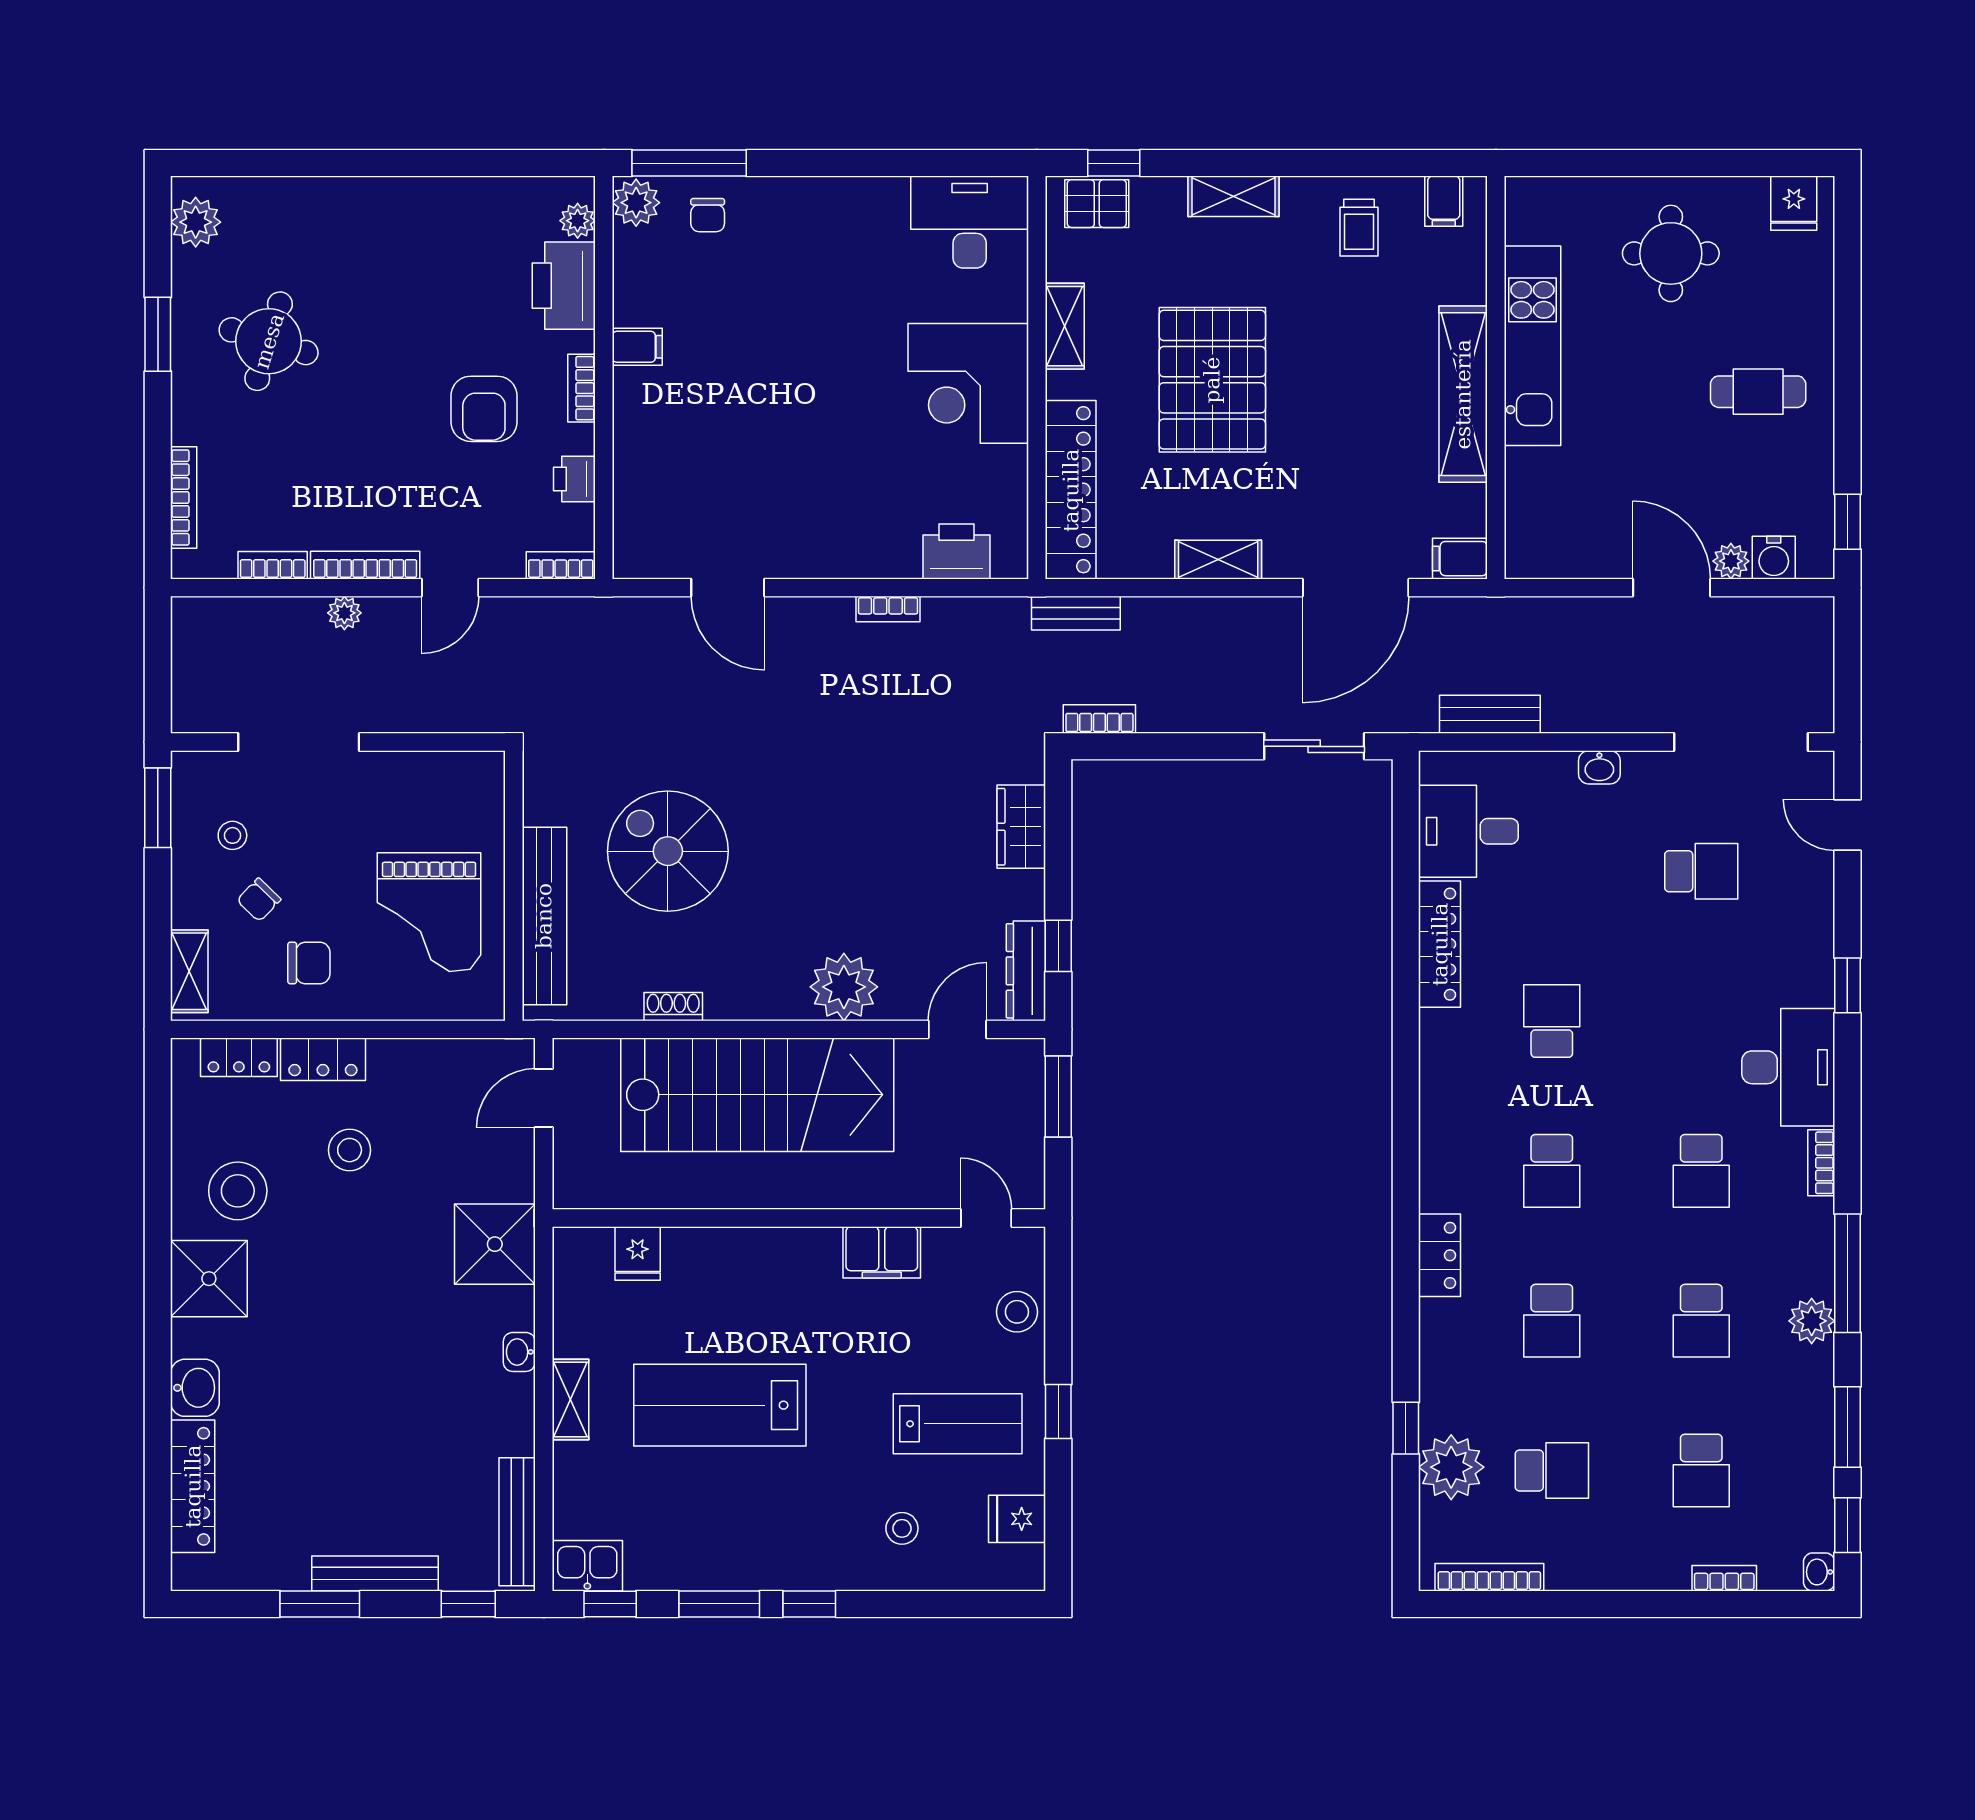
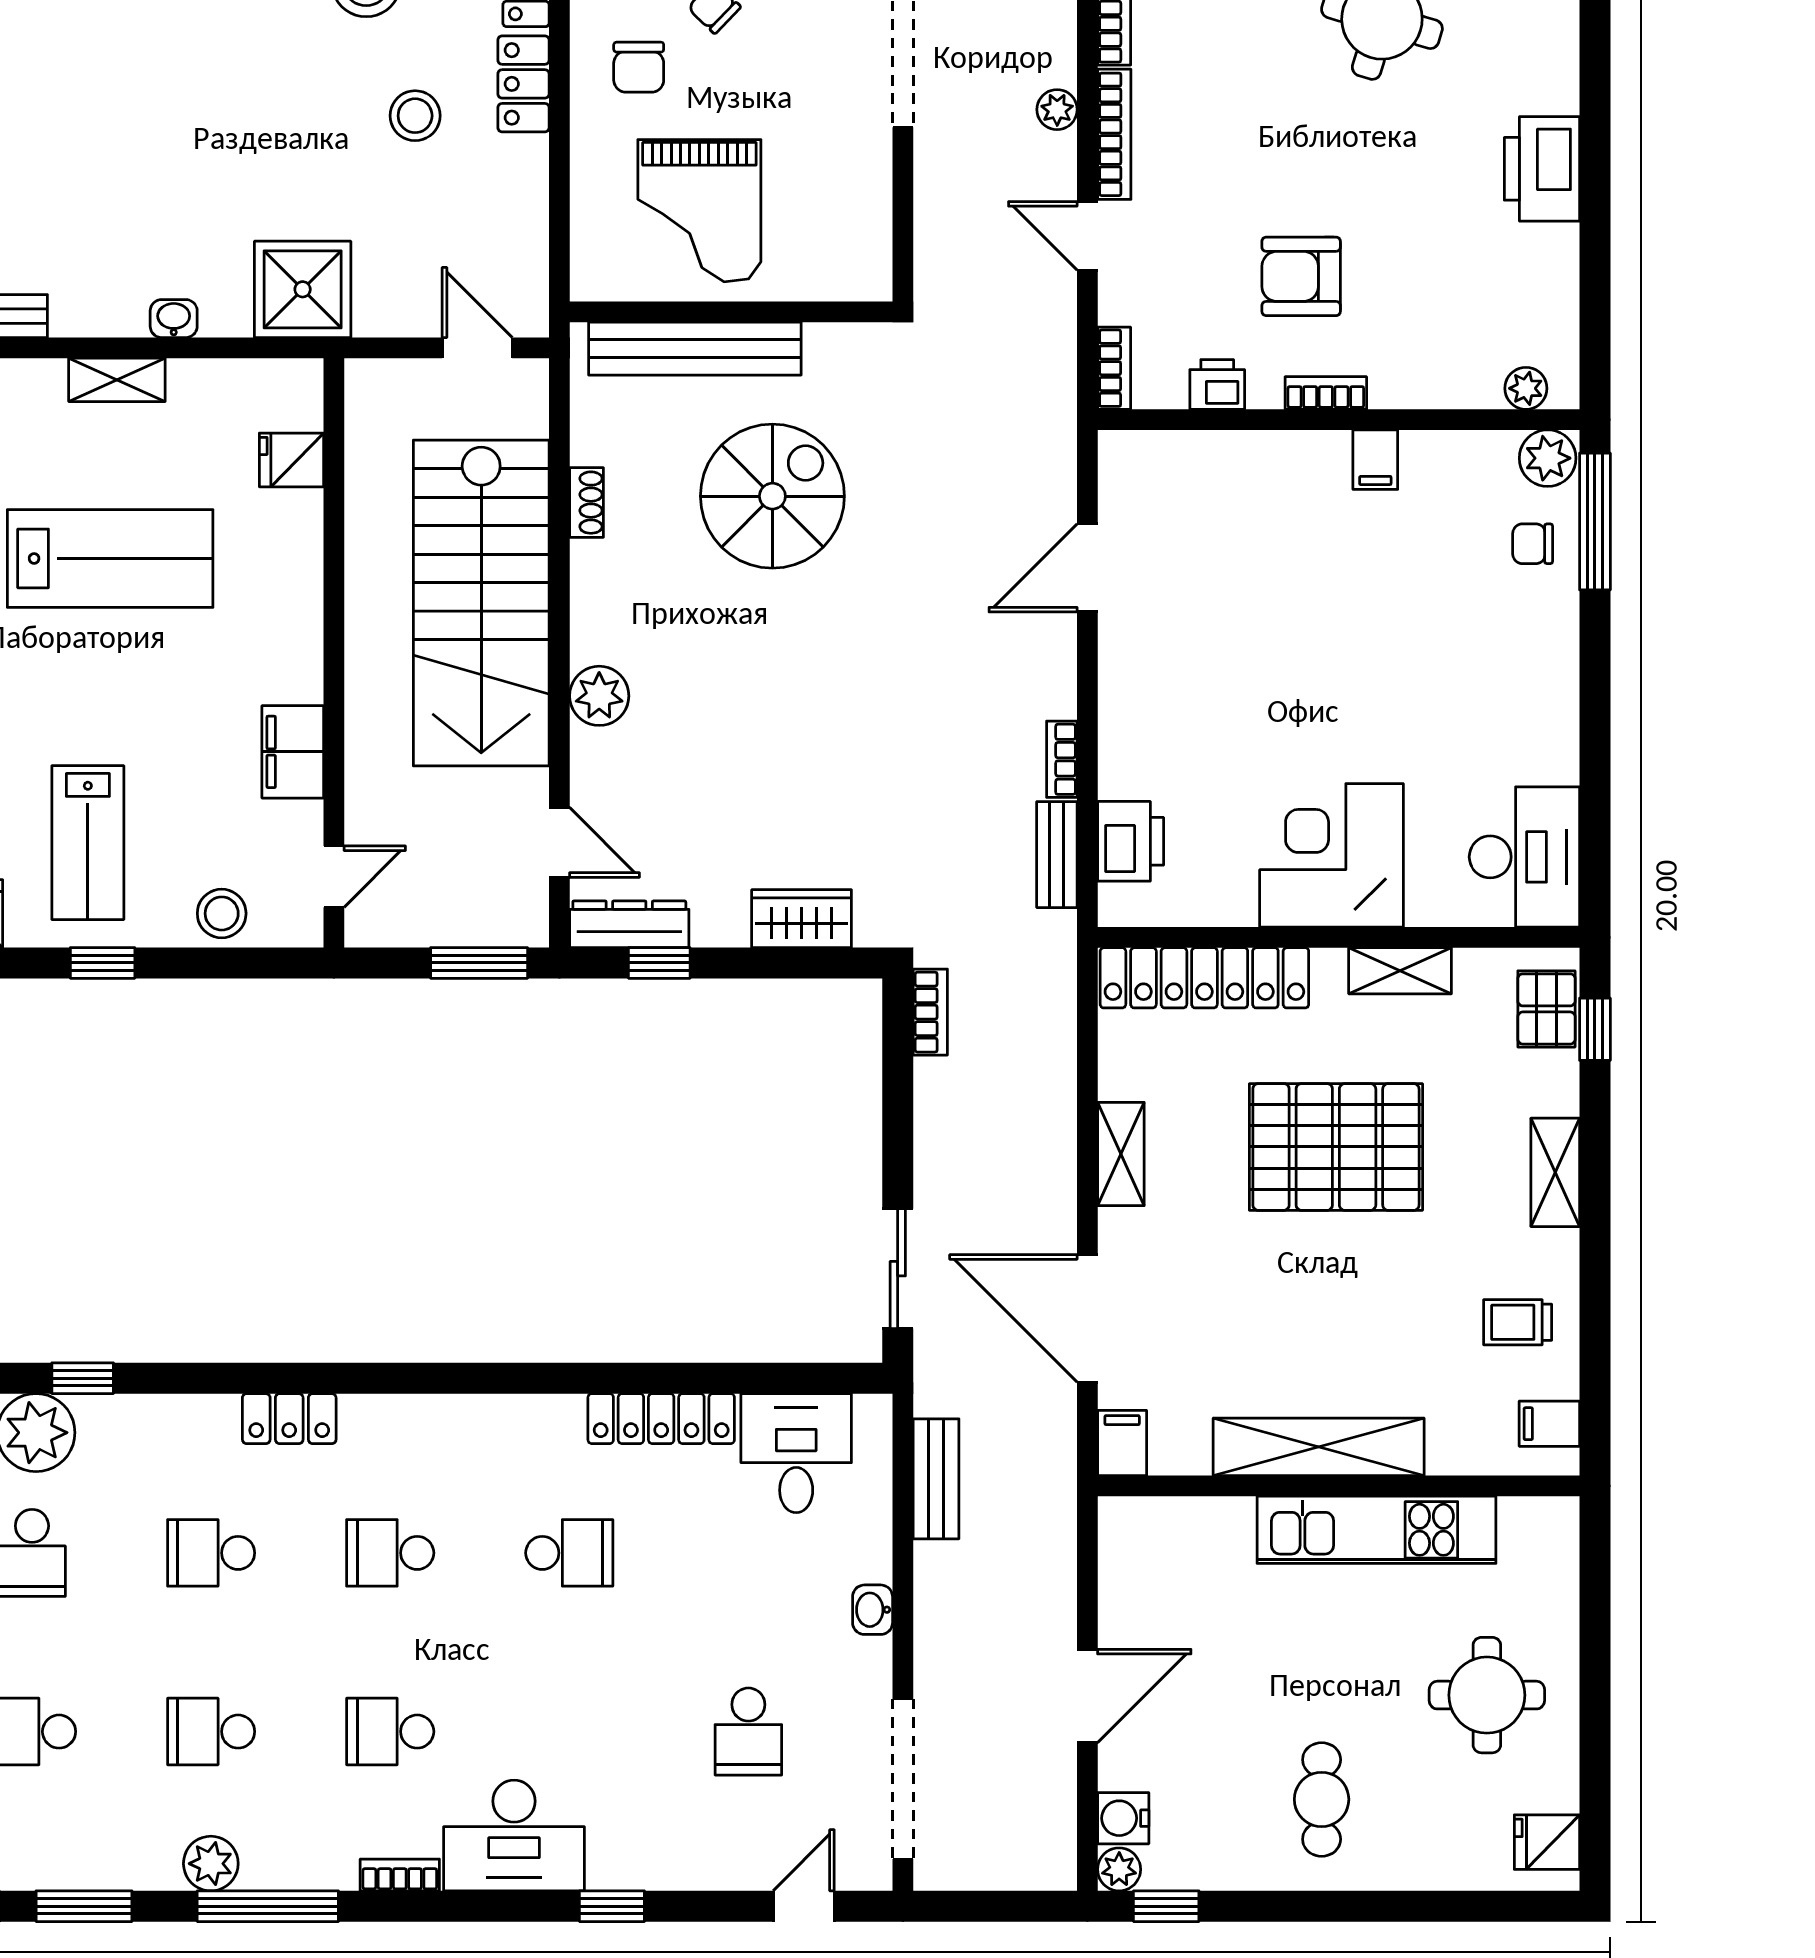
printer: (564, 286) -> (1542, 169), moved, turned -90
plant: (1731, 561) -> (1119, 1869), moved
bench: (1076, 613) -> (1057, 855), moved
grand piano: (429, 912) -> (699, 211), turned -90
plant: (844, 987) -> (599, 696), width x0.73, depth x0.73
lab bench: (720, 1405) -> (110, 558), turned 90

